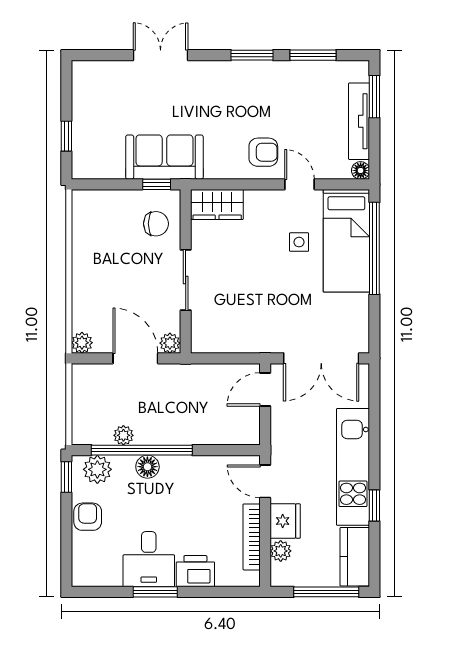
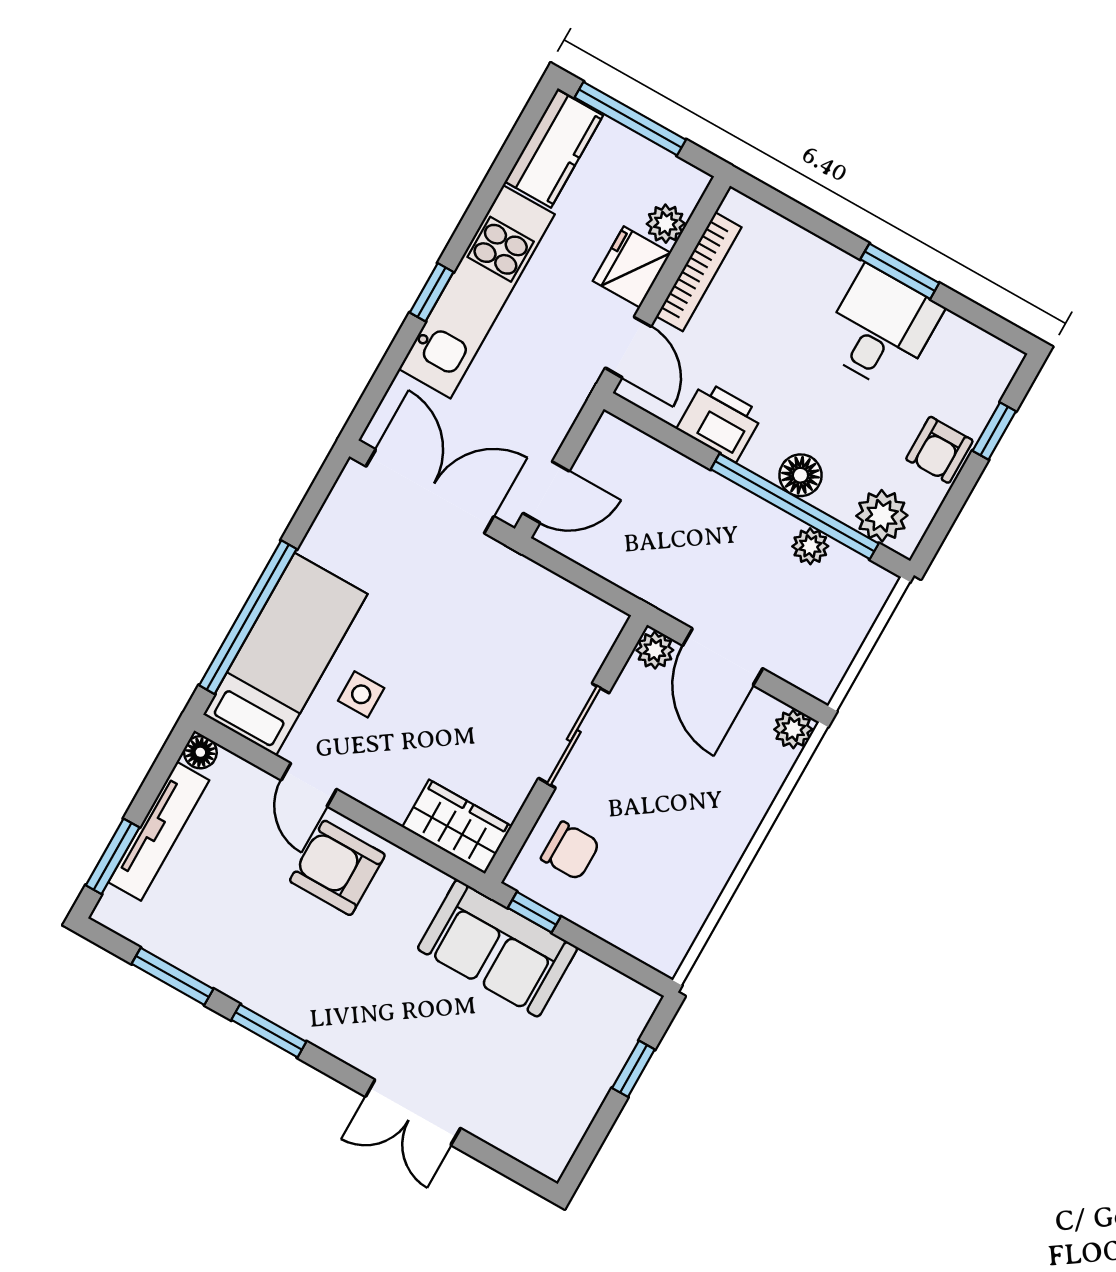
armchair: (263, 152) -> (337, 868), width x1.38, depth x1.38
chair: (156, 224) -> (570, 851), turned 180
window: (66, 477) -> (994, 431), moved
window: (374, 505) -> (432, 292), moved
printer: (195, 571) -> (720, 421), moved, turned 180

